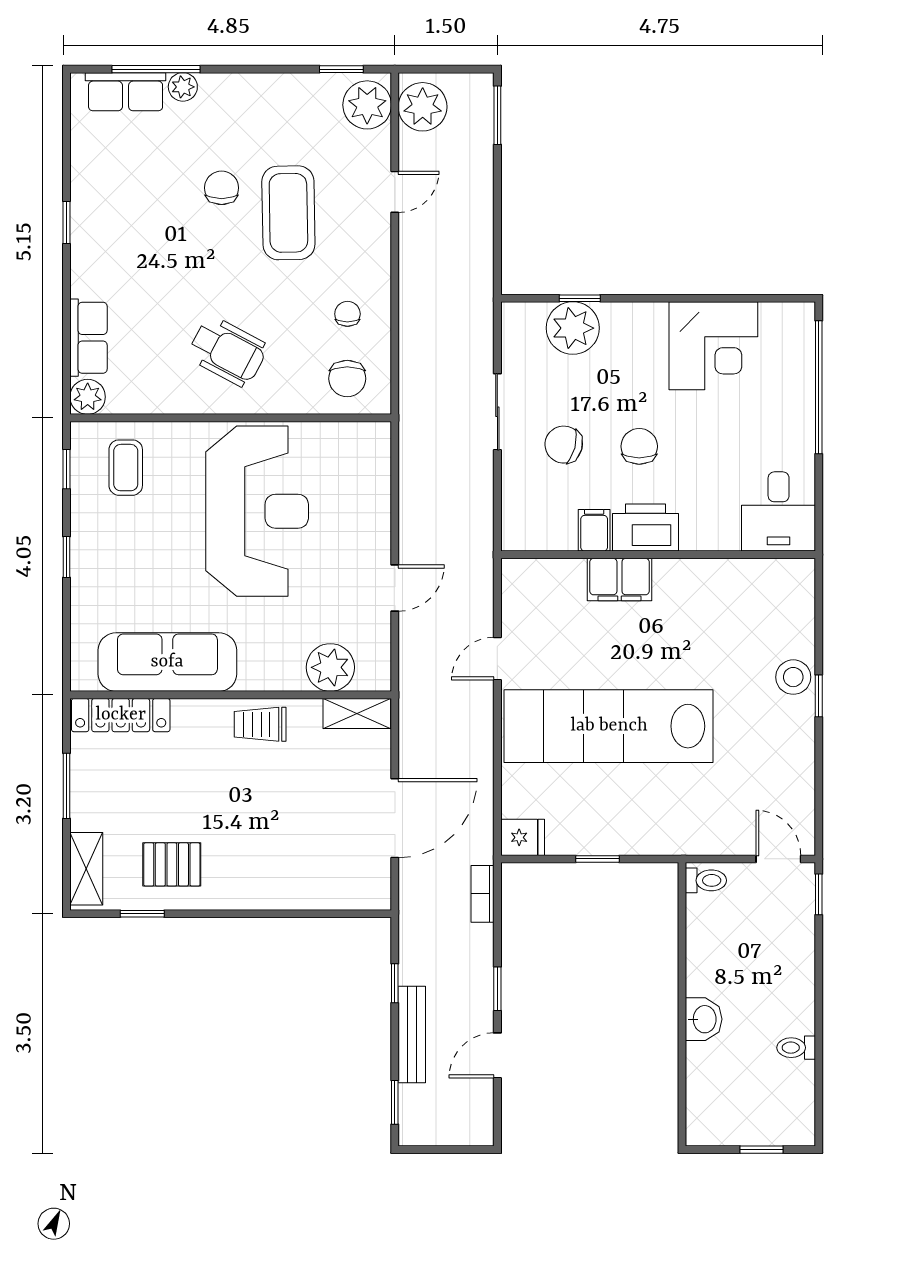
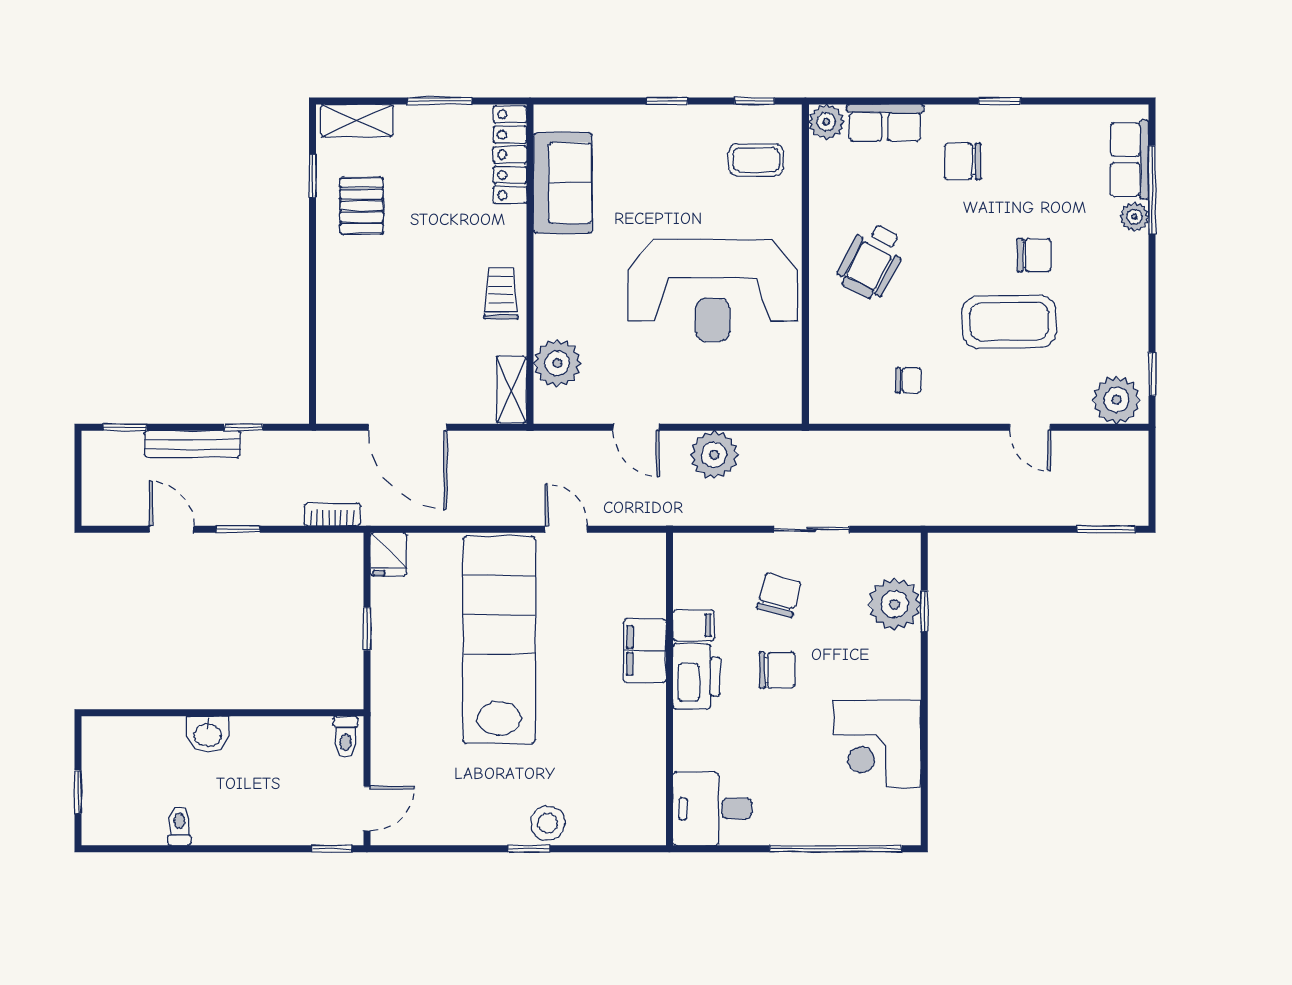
plant: (423, 107) -> (714, 455), moved
chair: (347, 379) -> (963, 161), moved
sofa: (167, 662) -> (563, 183), width x0.73

